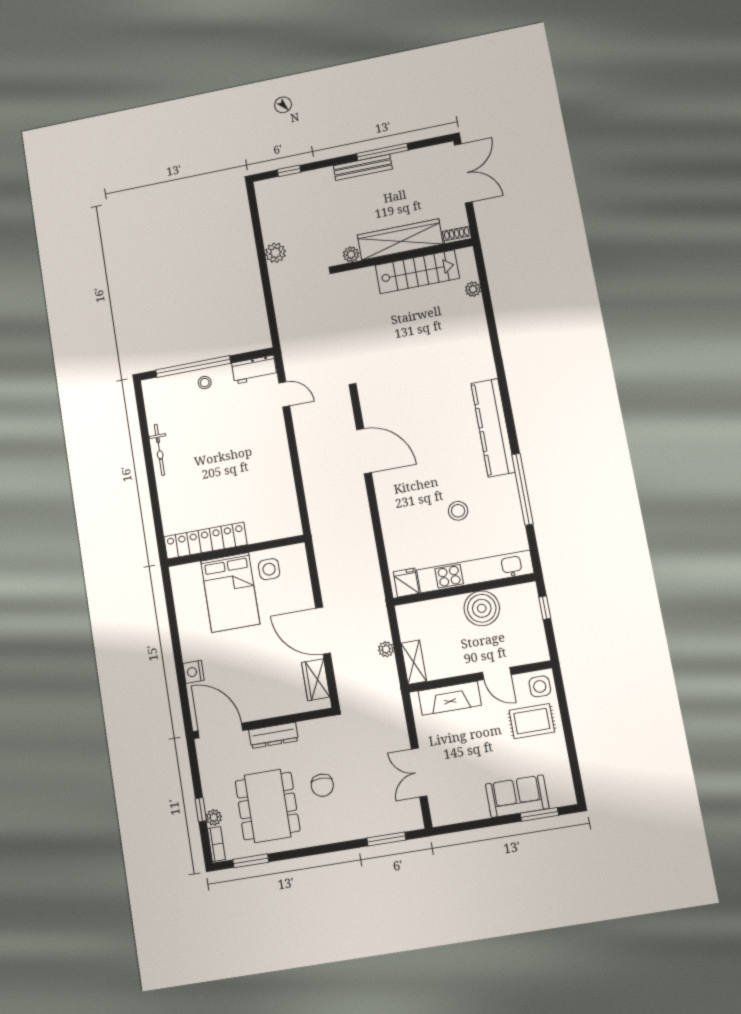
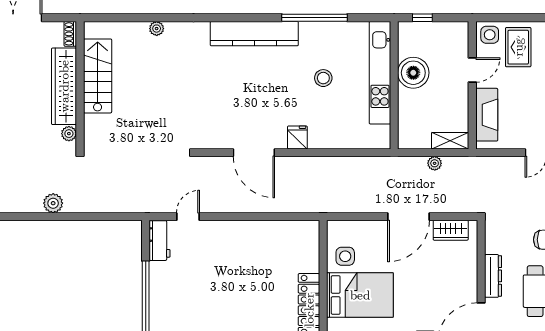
plant: (473, 289) -> (157, 29), moved
stool: (205, 383) -> (163, 288), removed
door: (364, 451) -> (254, 153), swing flipped
fridge: (406, 583) -> (297, 137), moved, turned 90

